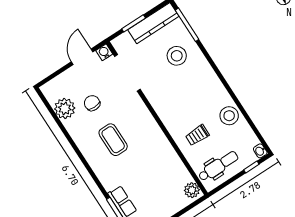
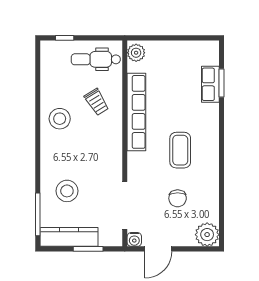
plant: (65, 108) -> (207, 235), moved
stool: (229, 116) -> (60, 119), moved
trolley: (197, 135) -> (97, 102), turned 58
row of seats: (163, 147) -> (136, 112), added
washbasin: (260, 151) -> (46, 48), removed

